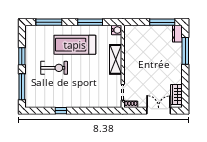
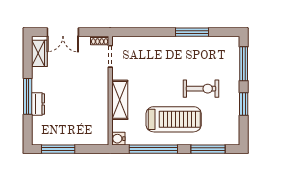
window: (90, 22) -> (153, 149), width x1.46
dresser: (177, 34) -> (38, 104), moved
window: (185, 51) -> (28, 96), moved
exercise bike: (54, 68) -> (201, 89), turned 180
window: (61, 111) -> (192, 32), width x2.17

